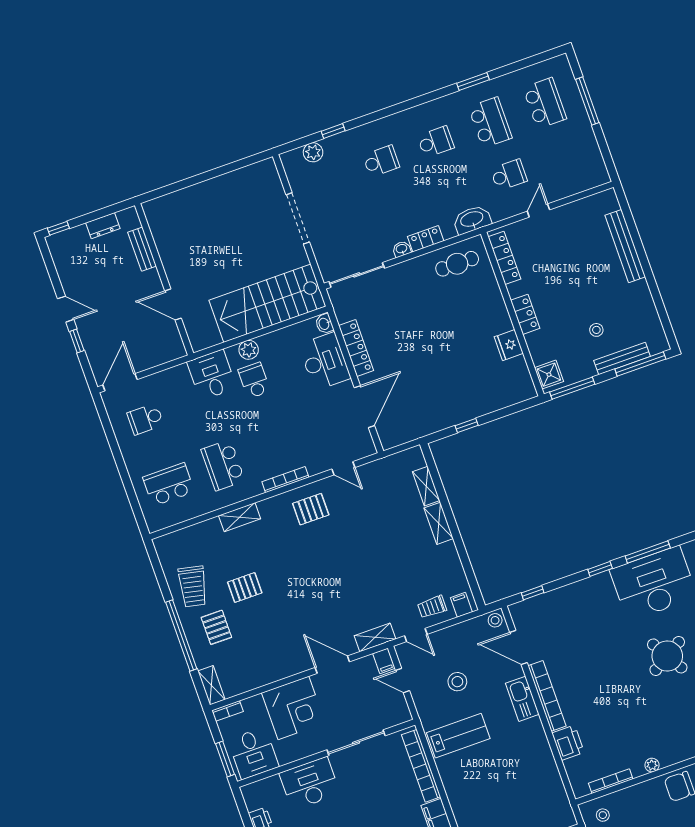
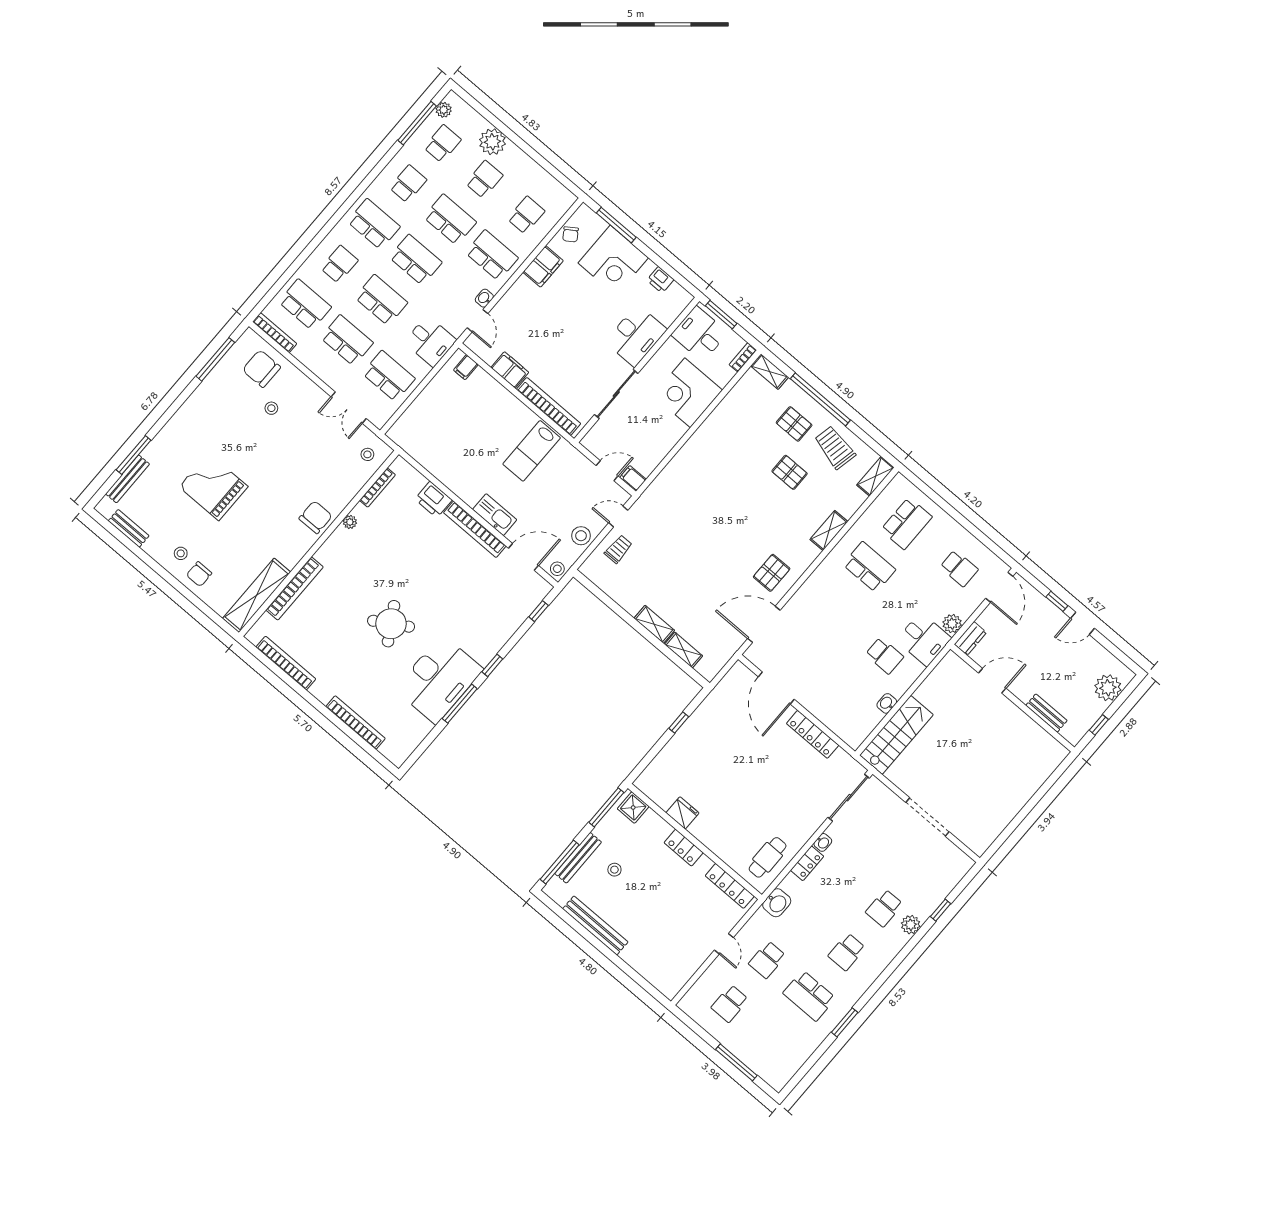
school desk: (545, 103) -> (730, 1003), moved, width x0.54
plant: (313, 152) -> (911, 925), moved
washbasin: (472, 220) -> (777, 903), width x0.72
dresser: (103, 226) -> (970, 638), moved, turned 180
window: (58, 228) -> (1099, 725), moved
plant: (76, 240) -> (1108, 688), added
bench: (625, 246) -> (595, 925), moved
stairs: (267, 303) -> (896, 735), width x0.73, depth x0.66
washbasin: (324, 324) -> (887, 703), moved, turned -90
plant: (249, 350) -> (952, 624), moved
desk: (325, 361) -> (833, 707), removed
school desk: (145, 419) -> (959, 568), turned 90
door: (343, 468) -> (764, 624), width x1.88
bookcase: (285, 480) -> (808, 586), removed
pallet: (245, 587) -> (790, 472), turned 90
filing cabinet: (461, 605) -> (594, 565), removed
shelving: (375, 637) -> (875, 476), moved
door: (332, 665) -> (676, 449), removed
stool: (457, 682) -> (581, 536), moved

